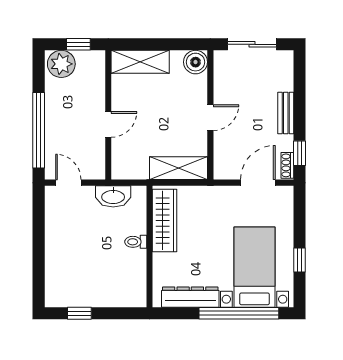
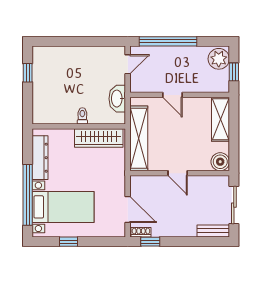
bench: (286, 113) -> (213, 231), moved
shelving: (178, 168) -> (139, 138), width x1.47

